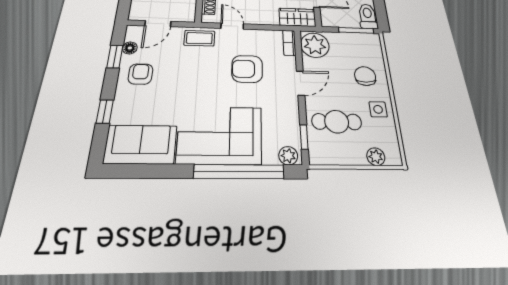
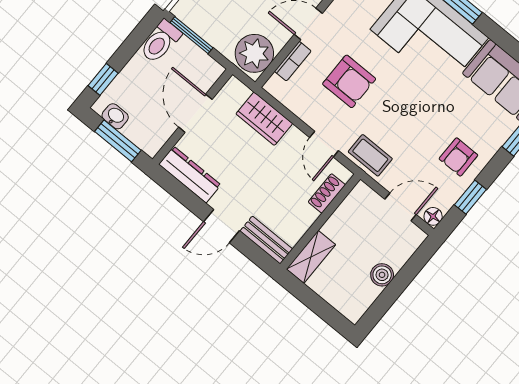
wardrobe: (297, 17) -> (264, 119), moved
bookcase: (289, 43) -> (293, 61), moved
floor lamp: (130, 48) -> (433, 216), moved

